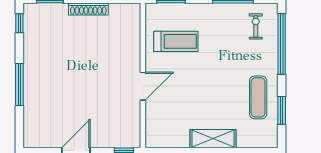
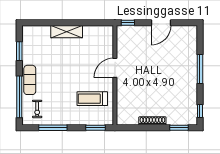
exercise mat: (258, 97) -> (30, 80), moved

